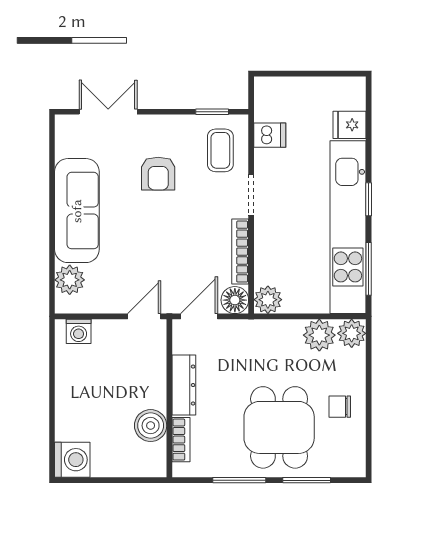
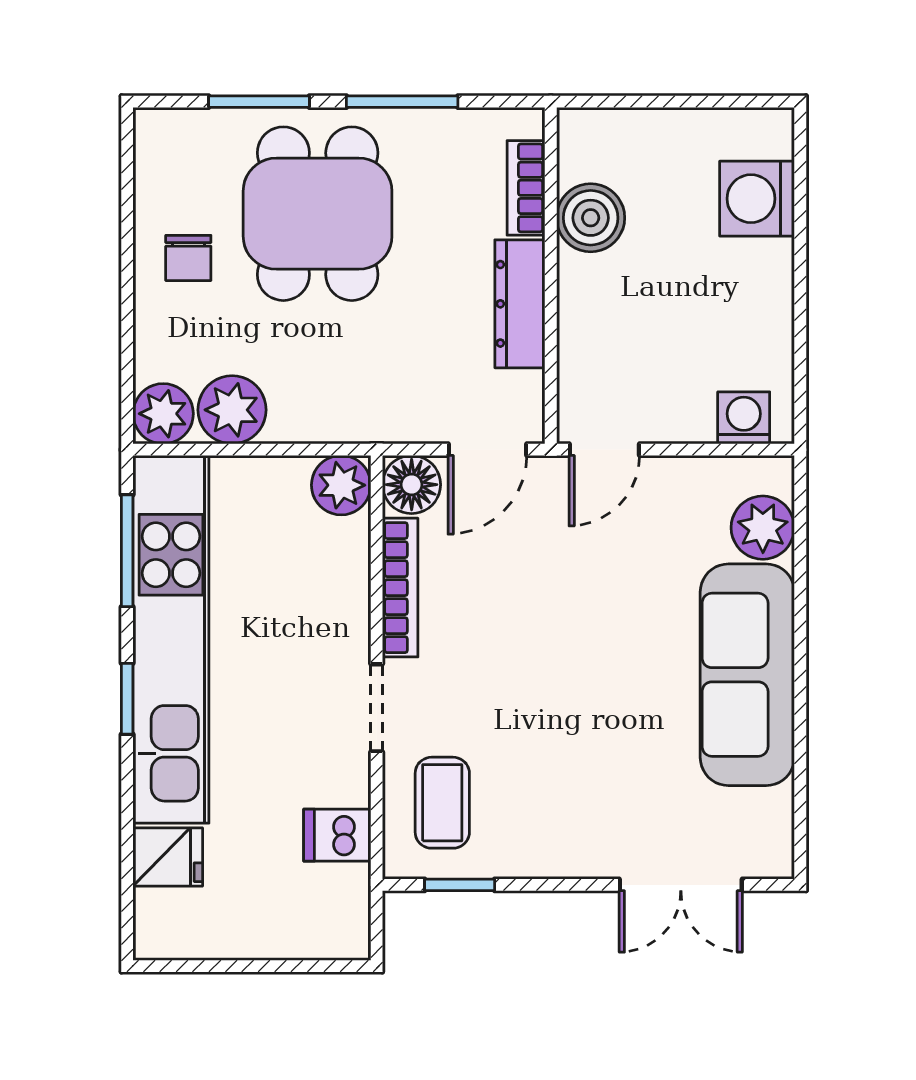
armchair: (158, 174) -> (574, 753), removed
chair: (340, 407) -> (188, 258), turned 90
washing machine: (72, 460) -> (757, 199), moved

